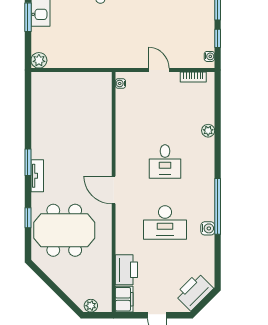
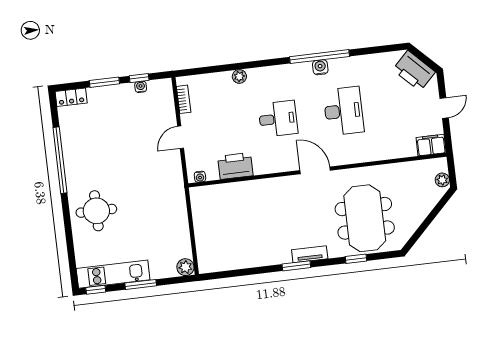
water cooler: (209, 56) -> (141, 87), moved
door: (114, 190) -> (315, 170), swing flipped
water cooler: (208, 228) -> (320, 67), moved
printer: (126, 270) -> (235, 166), moved

